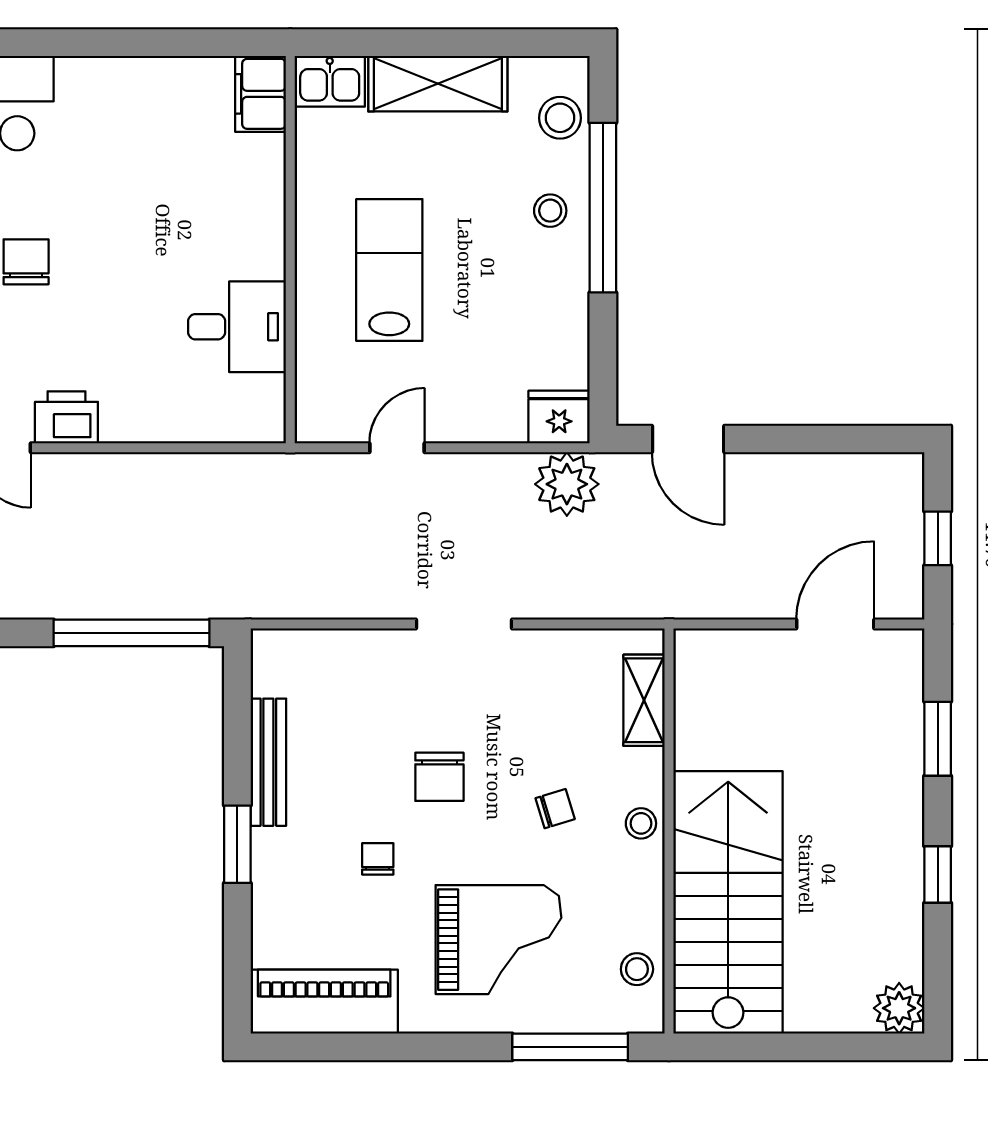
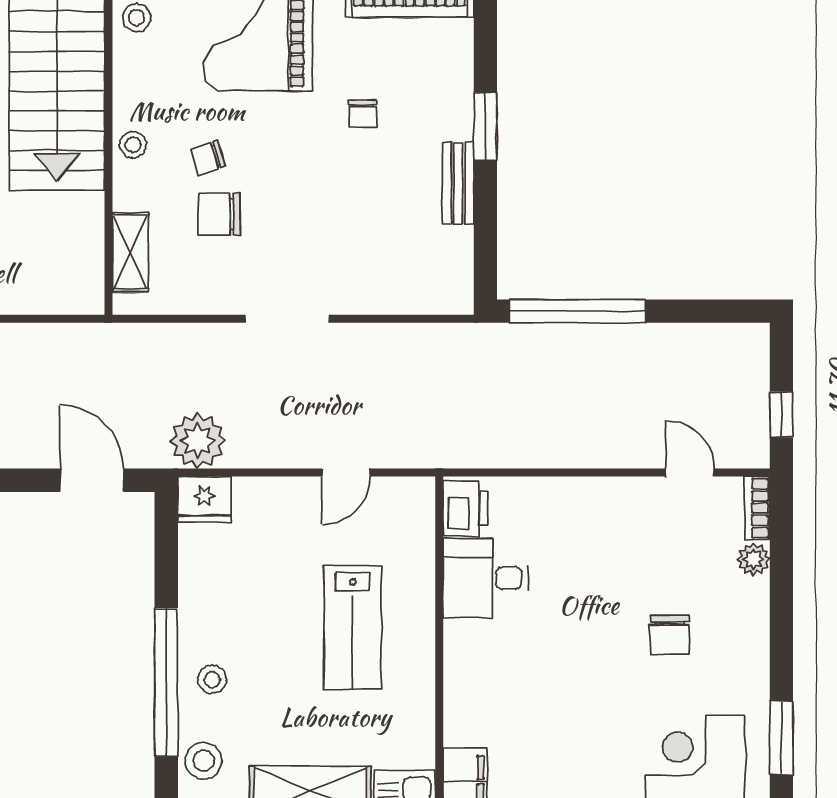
printer: (66, 417) -> (466, 508), moved, turned -90
bench: (268, 762) -> (458, 183), width x0.73
chair: (439, 777) -> (219, 214), moved, turned -90

